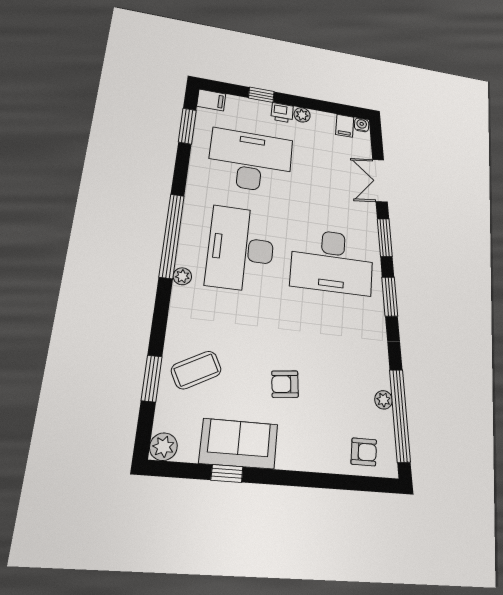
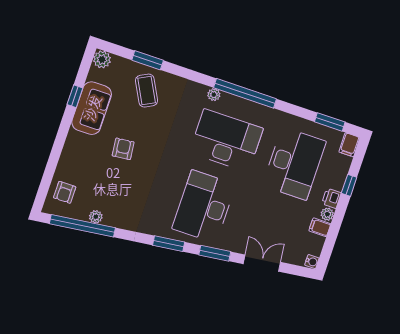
filing cabinet: (345, 126) -> (320, 227), moved

